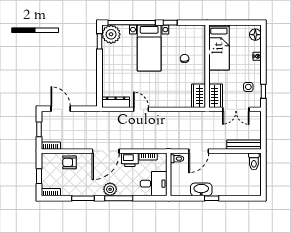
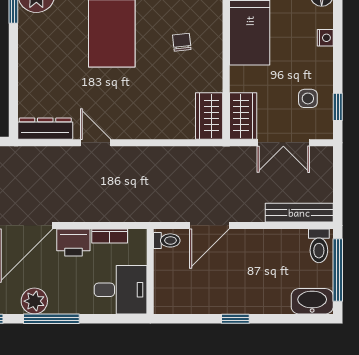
window: (263, 174) -> (338, 270), added
washbasin: (201, 189) -> (312, 301), moved

